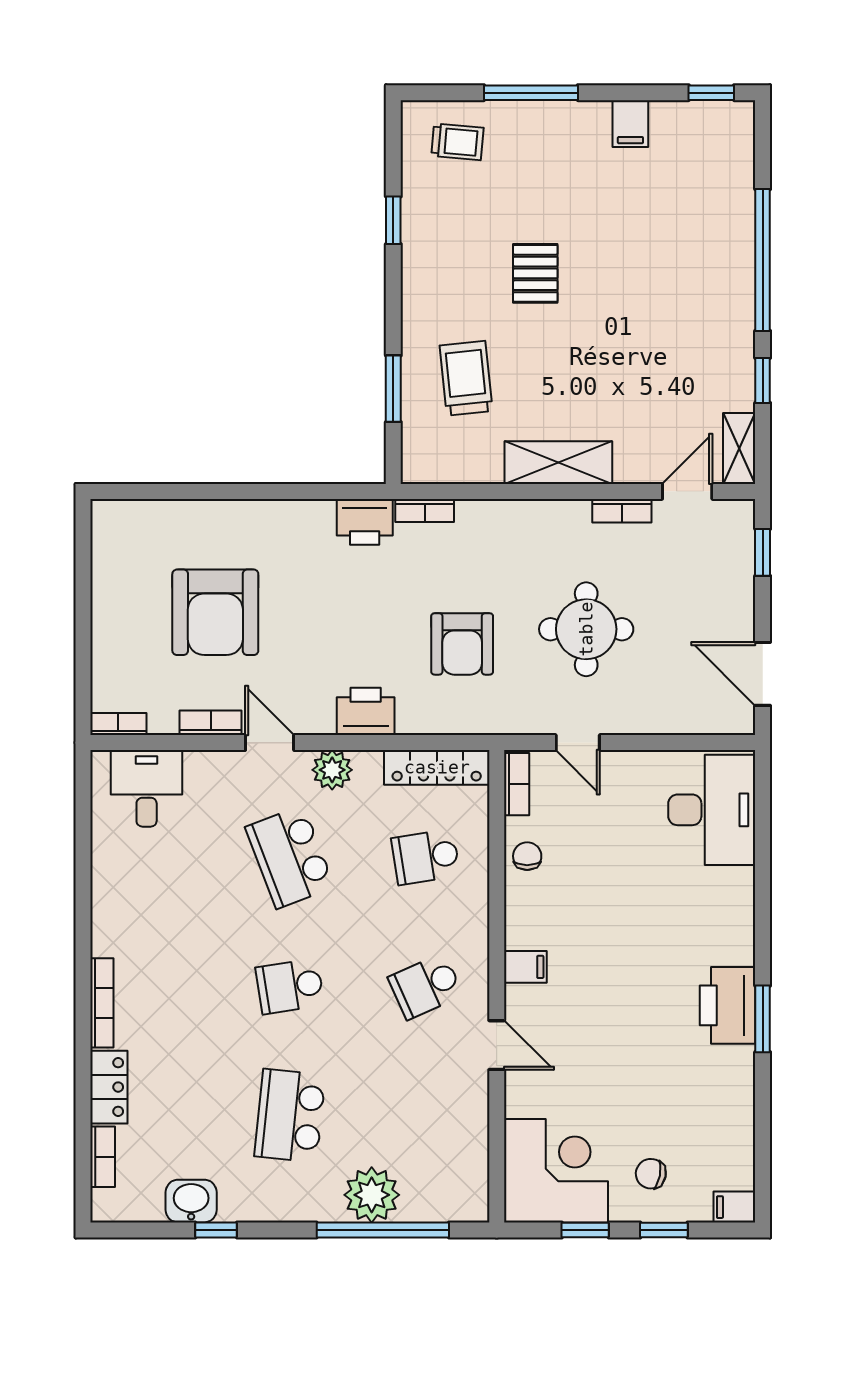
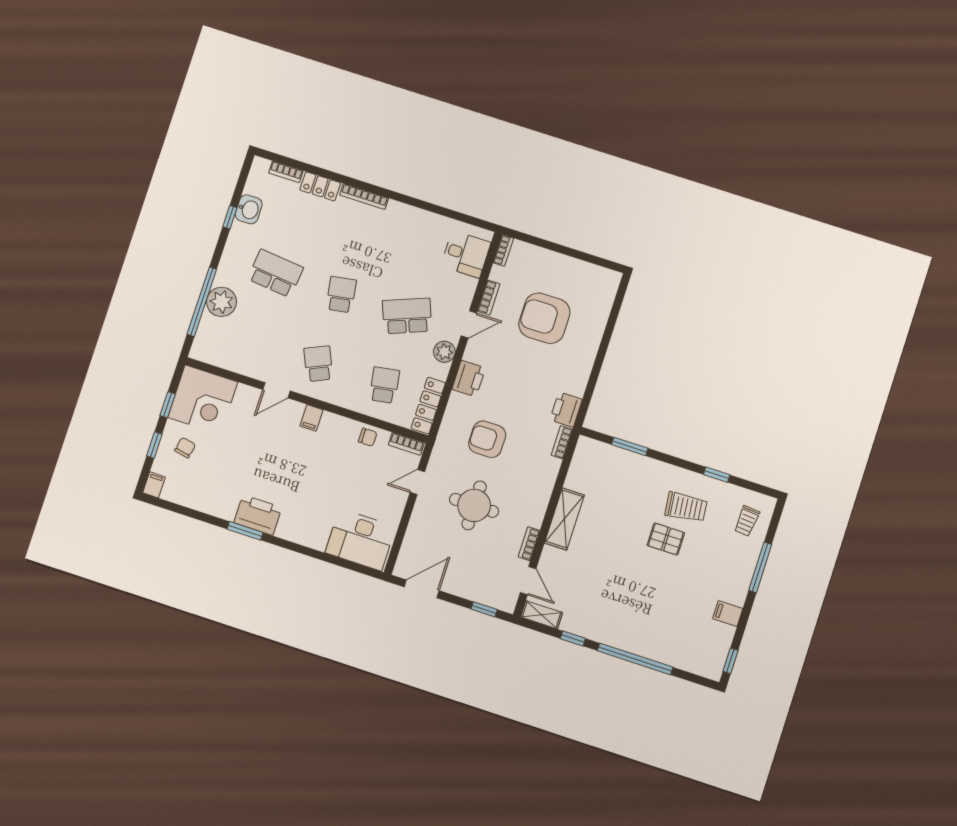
trolley: (466, 378) -> (686, 507), moved

